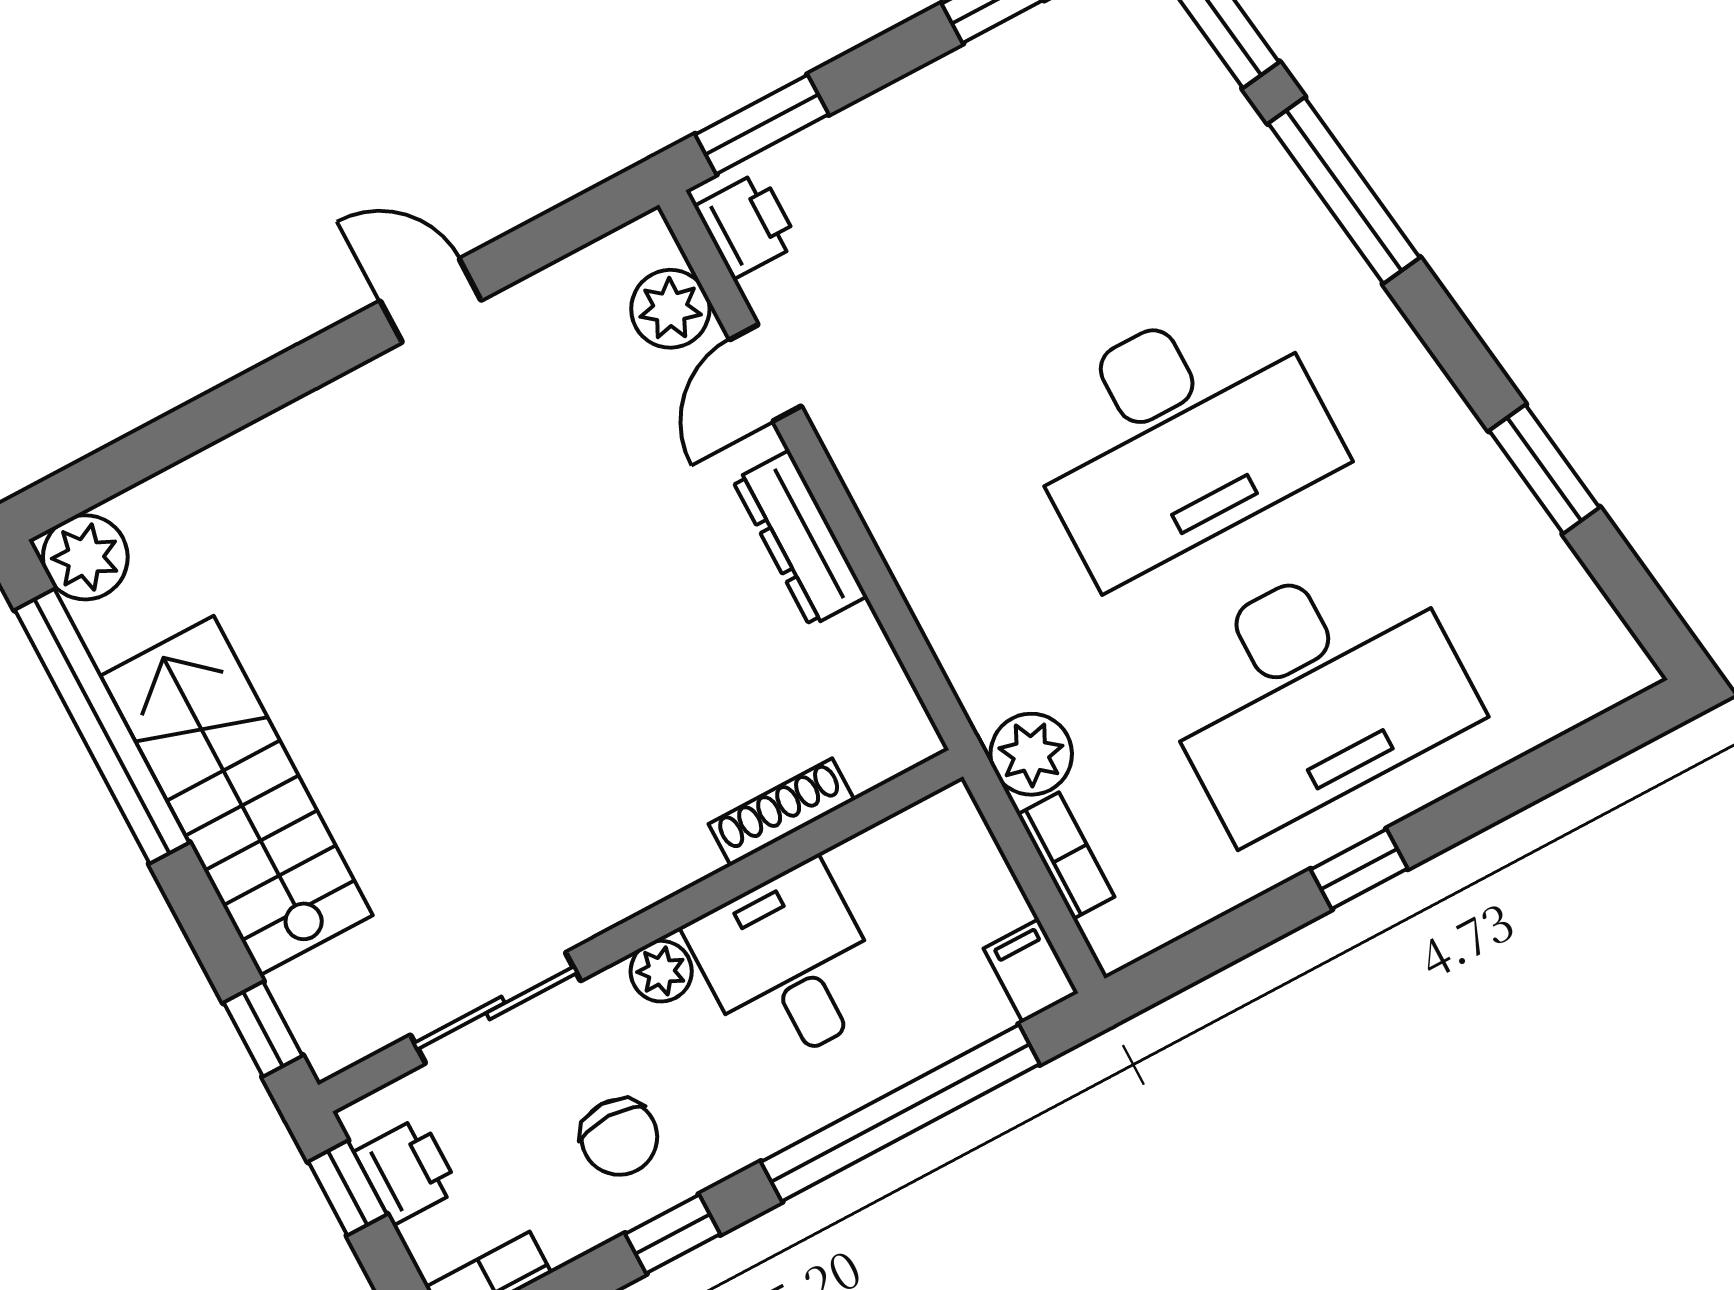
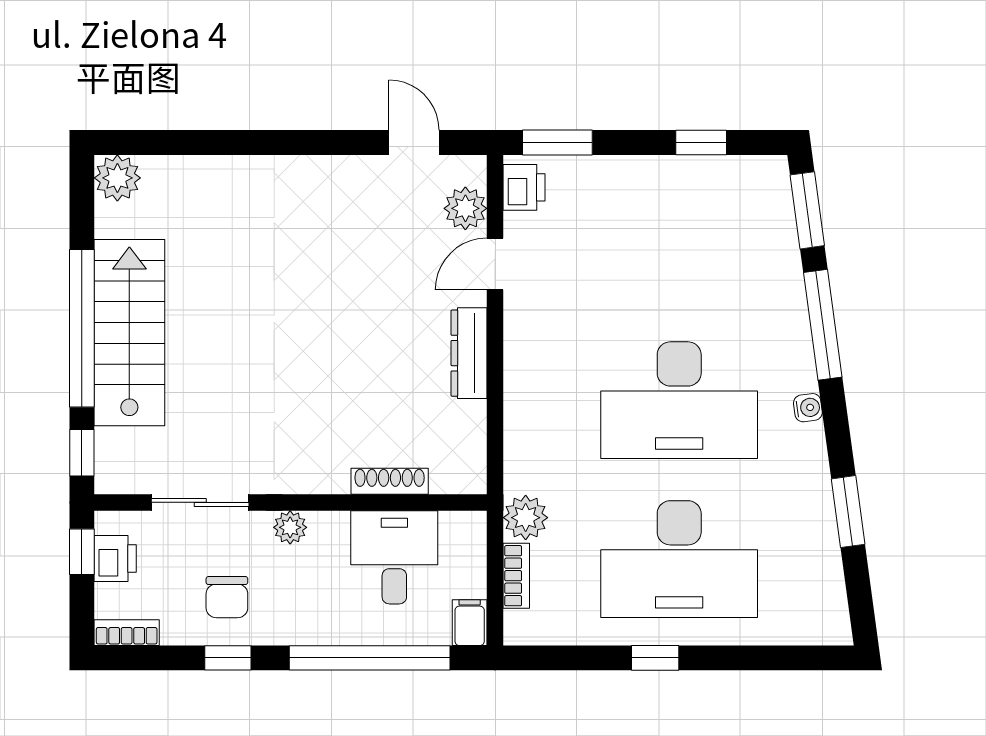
door: (431, 301) -> (414, 143), moved
water cooler: (1391, 336) -> (808, 408), added
window: (102, 726) -> (82, 328), moved
desk: (788, 965) -> (394, 557), moved

